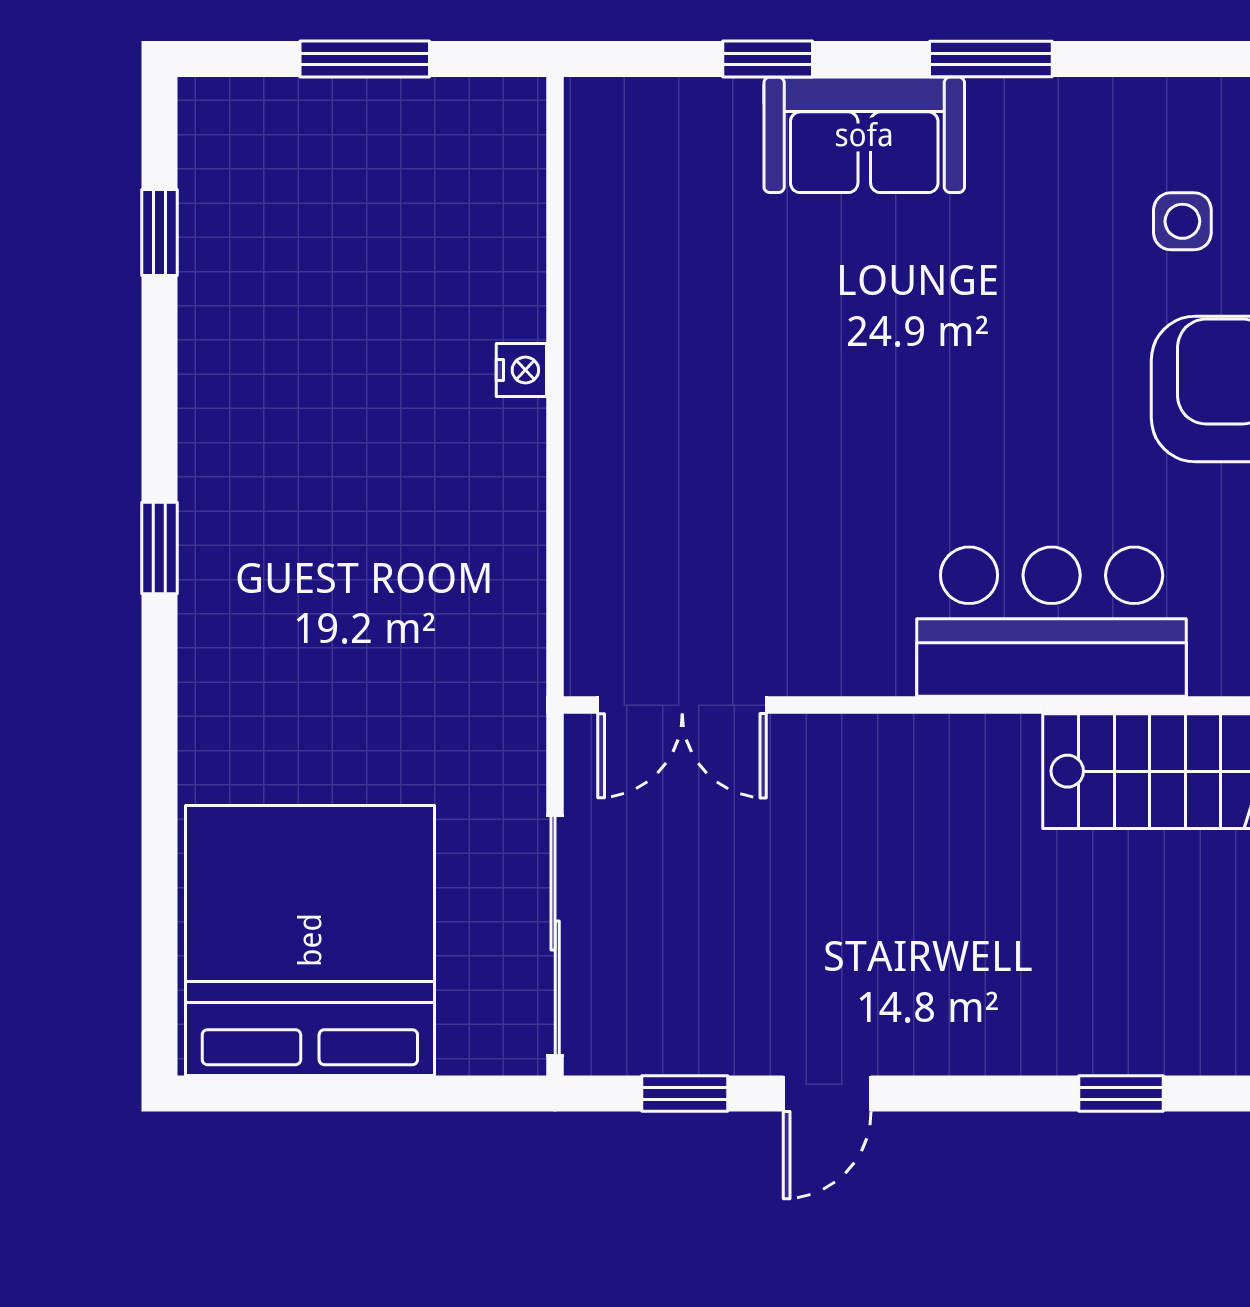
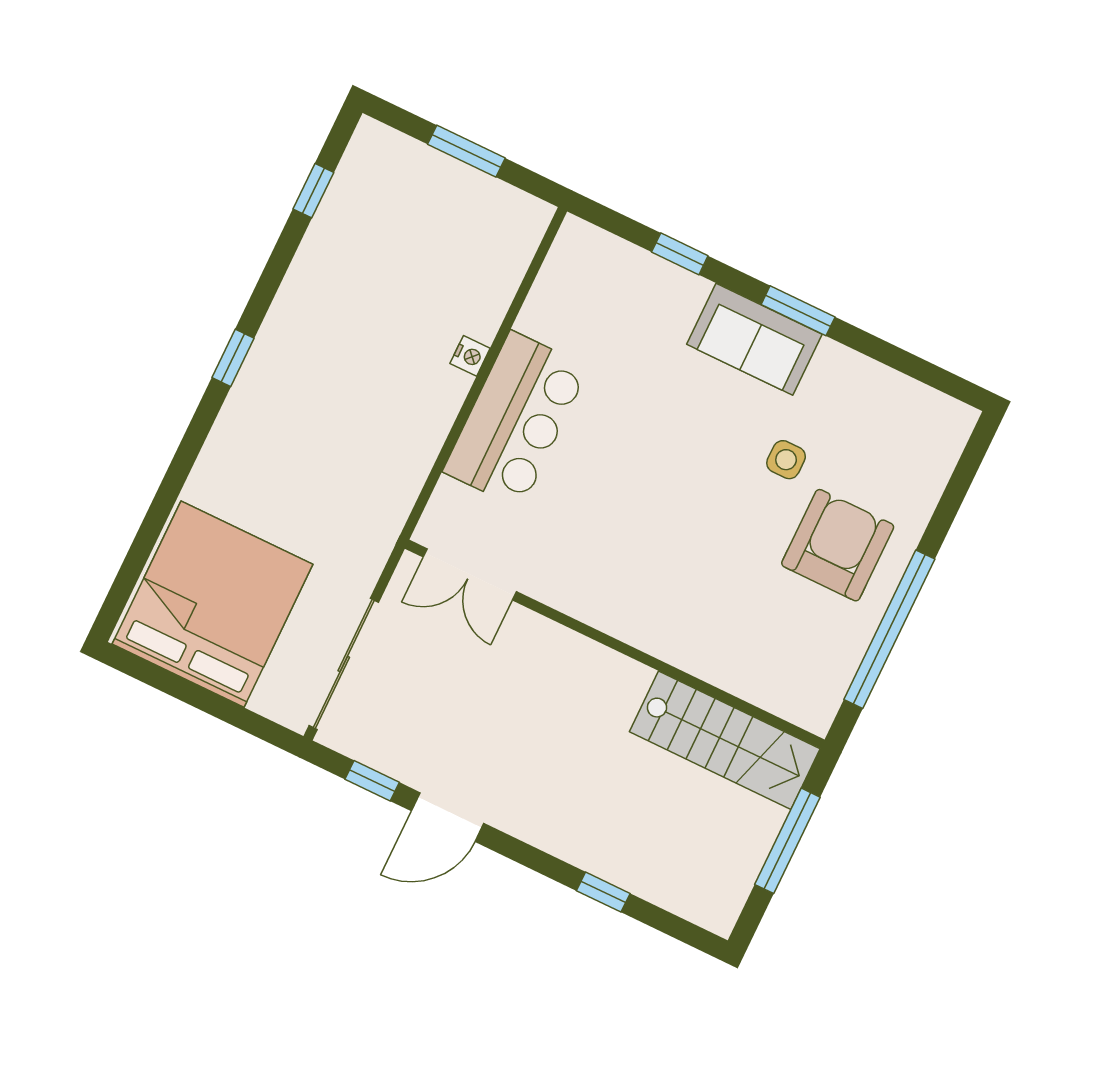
sofa: (864, 135) -> (754, 339), moved
side table: (1182, 221) -> (786, 460), moved
bar counter: (1052, 622) -> (516, 420), moved, turned 90
door: (827, 1094) -> (448, 817), width x1.38

